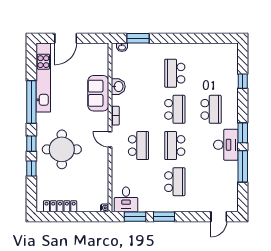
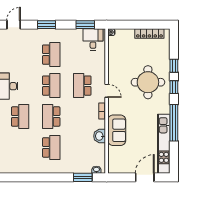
school desk: (211, 109) -> (20, 117), turned 180
school desk: (175, 182) -> (51, 55), turned 180
window: (164, 217) -> (46, 25), moved

